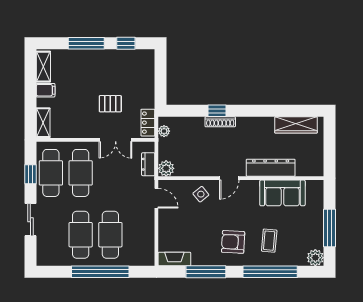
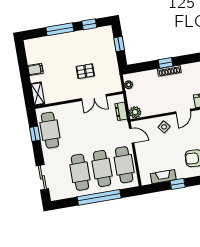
shelving: (43, 67) -> (31, 52), removed
window: (161, 76) -> (119, 44), added
locker: (148, 123) -> (116, 80), removed
cafe table: (81, 173) -> (124, 165), moved
sliding door: (30, 220) -> (42, 177), moved
fireplace: (174, 259) -> (163, 177), moved
window: (206, 272) -> (178, 184), width x0.46

